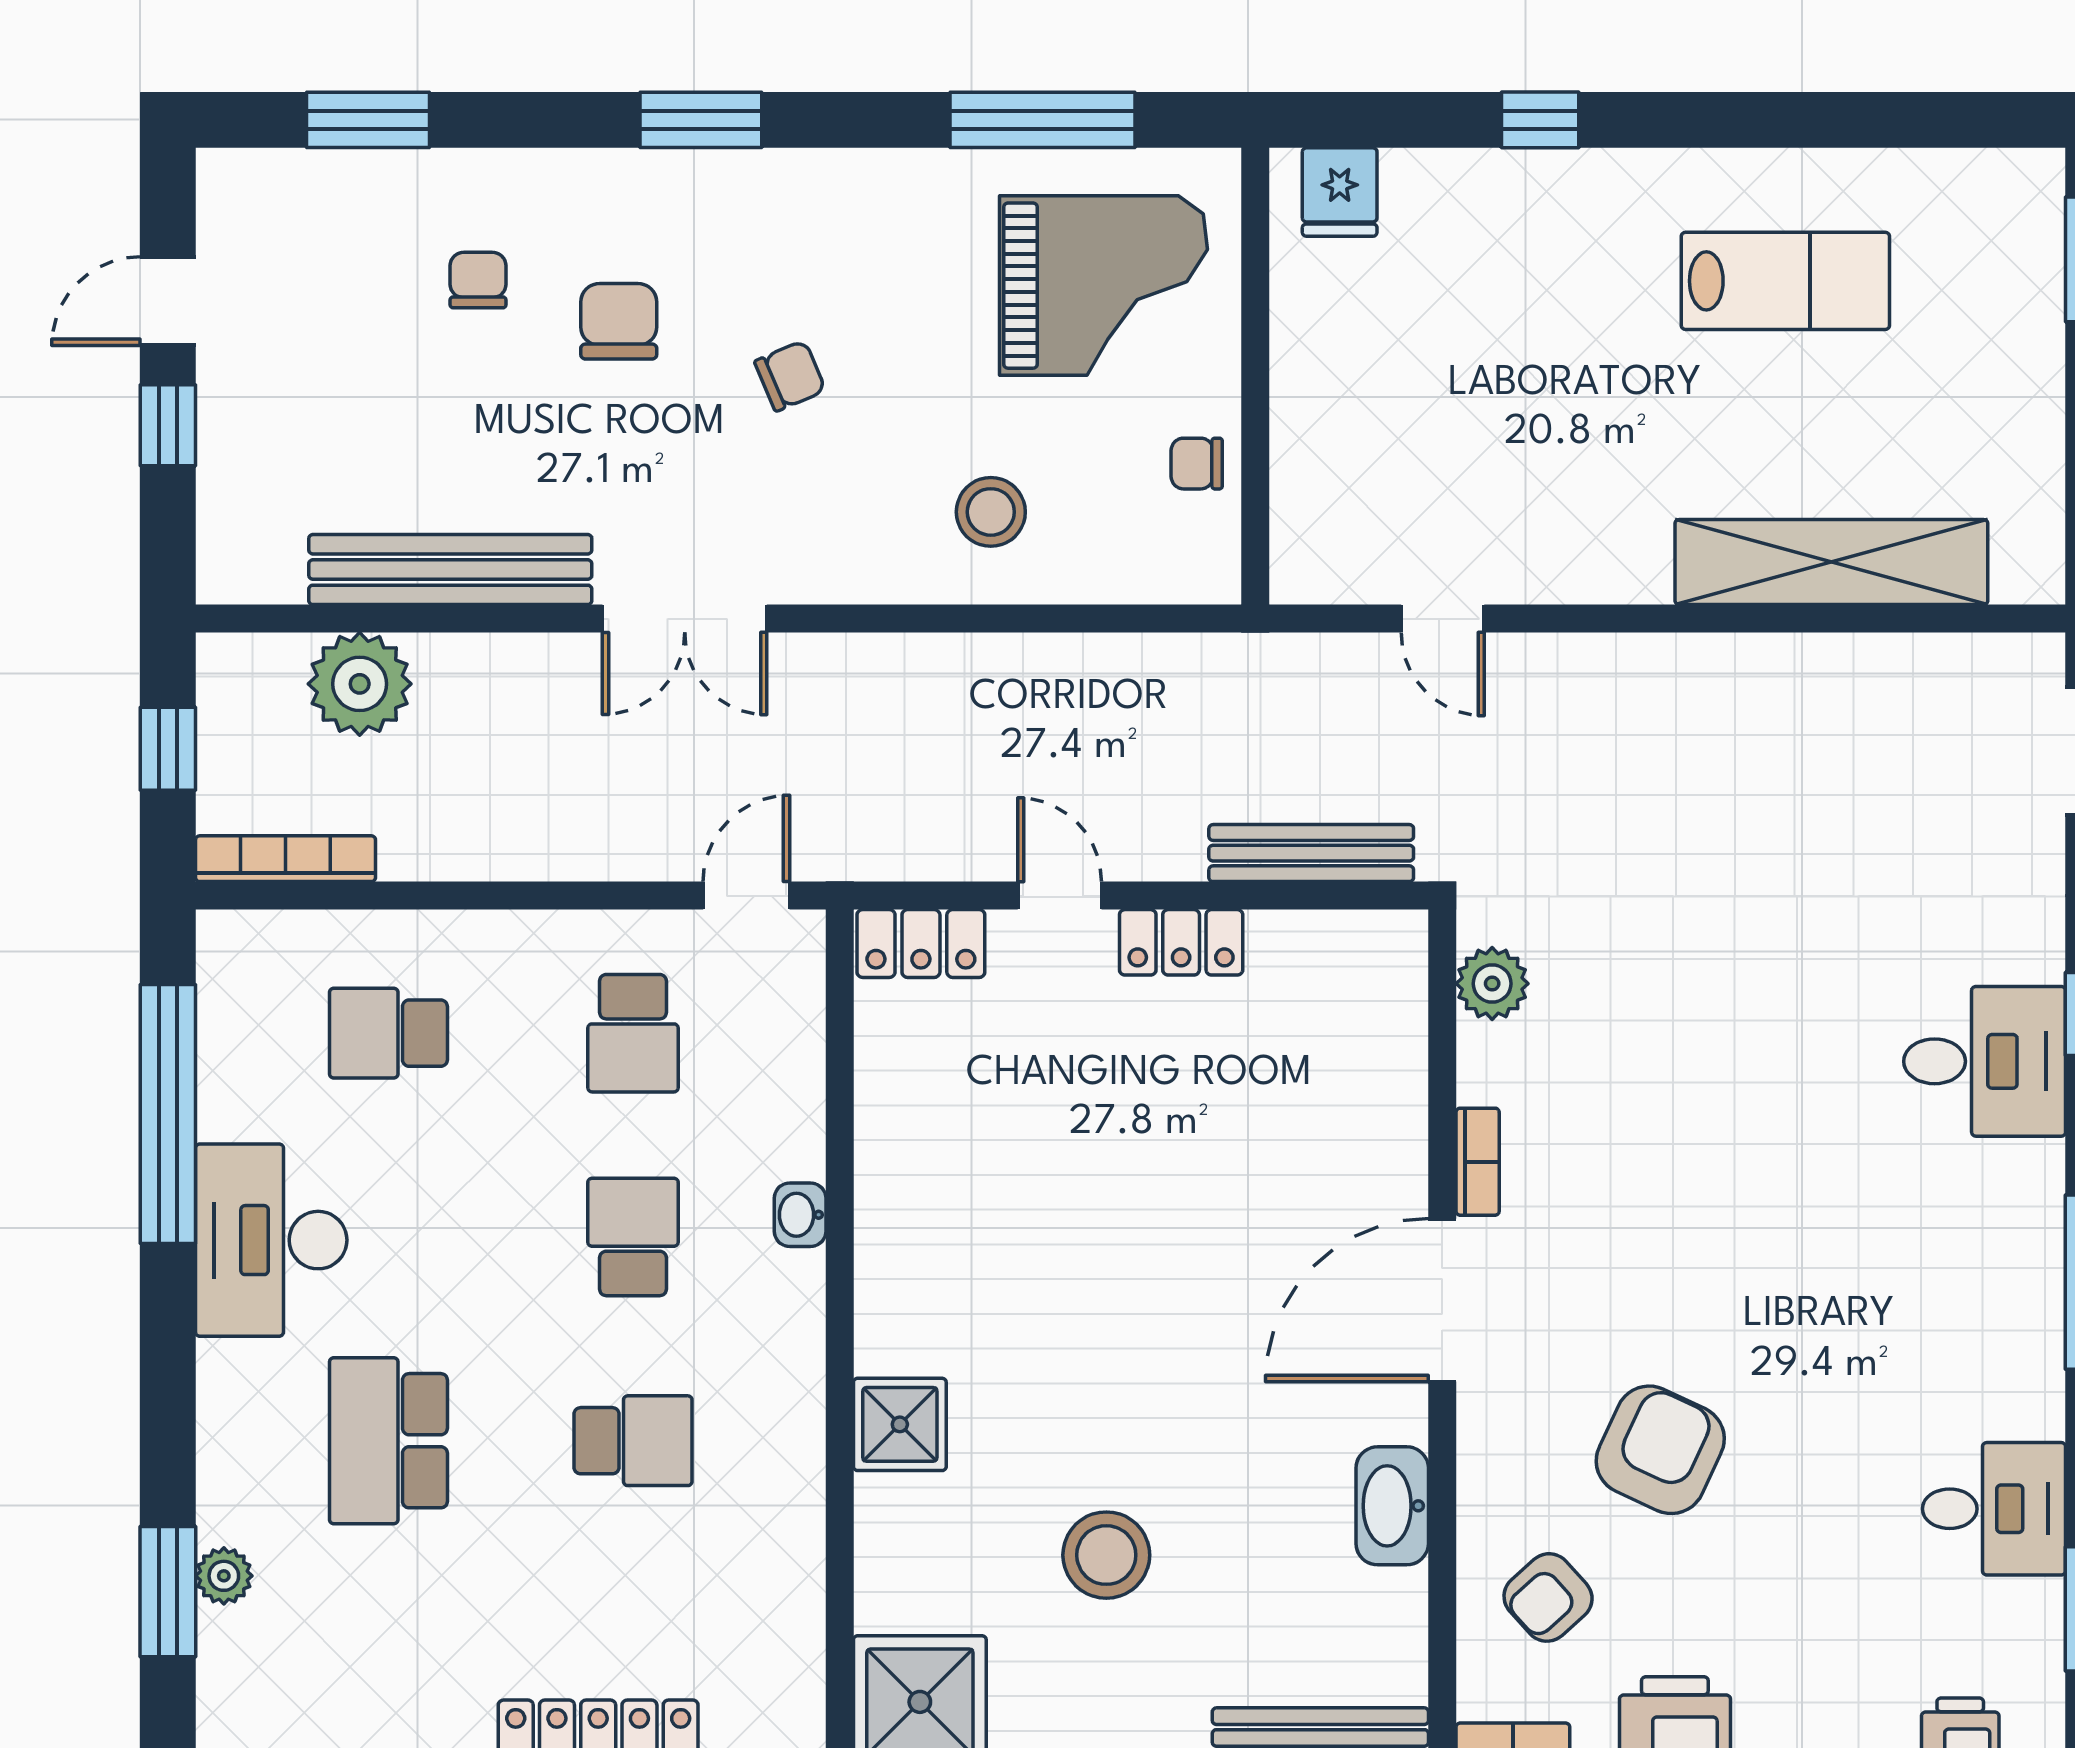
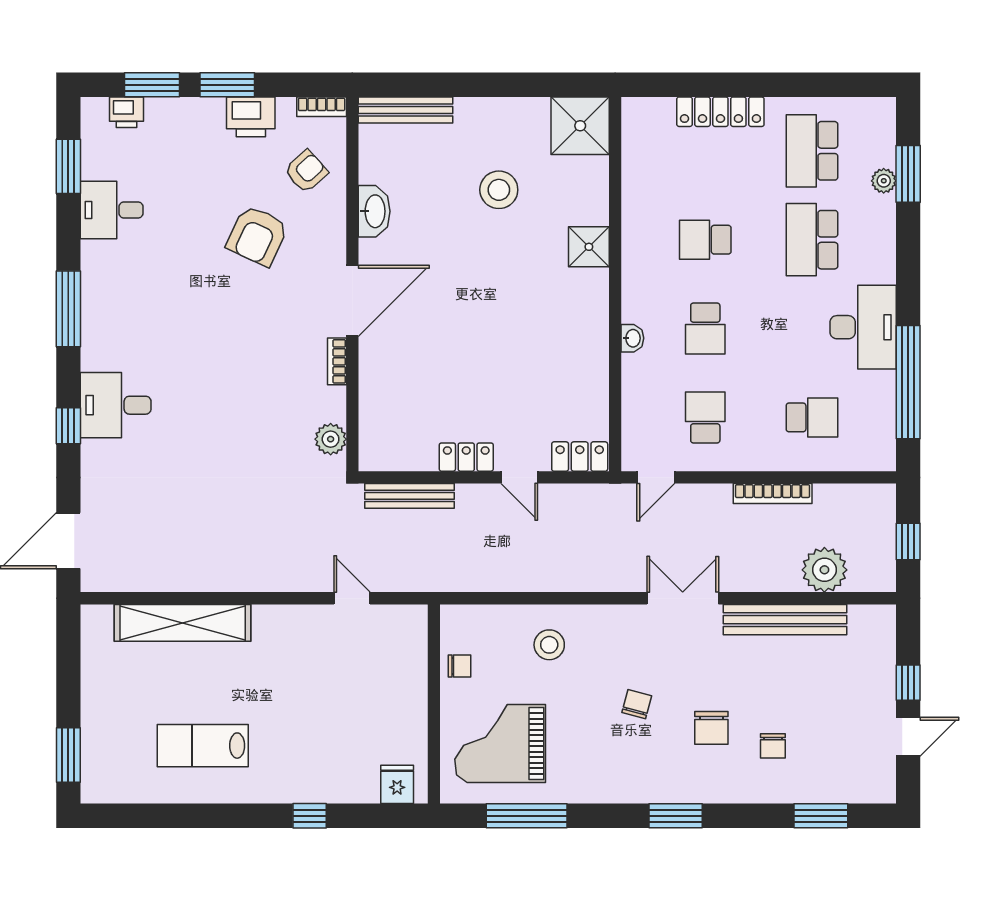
chair: (790, 376) -> (637, 704), turned 128
bookcase: (286, 859) -> (773, 494), moved
school desk: (388, 1441) -> (812, 240), turned 180
school desk: (388, 1644) -> (812, 151), added

